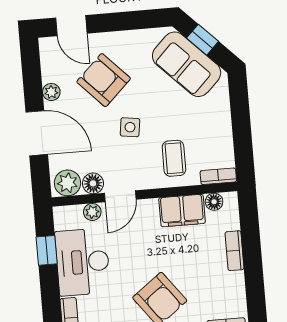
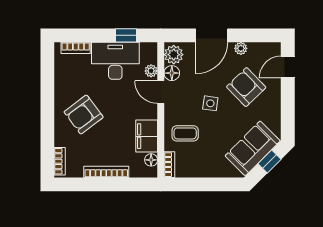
armchair: (104, 80) -> (246, 87), turned -90
bookcase: (235, 251) -> (106, 172), width x1.56

